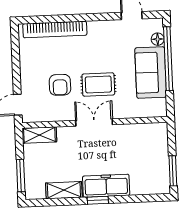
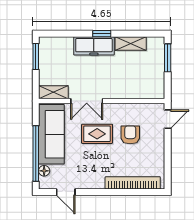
sofa: (151, 73) -> (51, 134), width x1.36
double door: (94, 123) -> (87, 101), moved
shelving: (39, 135) -> (53, 92), moved

